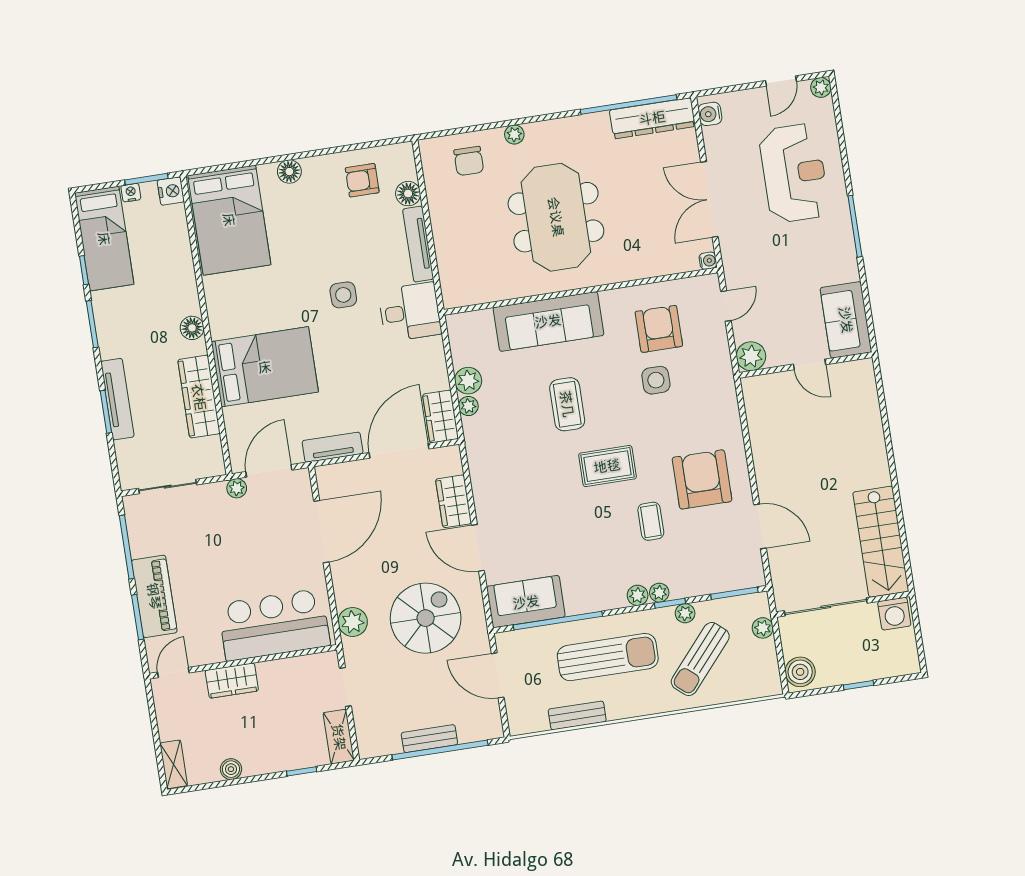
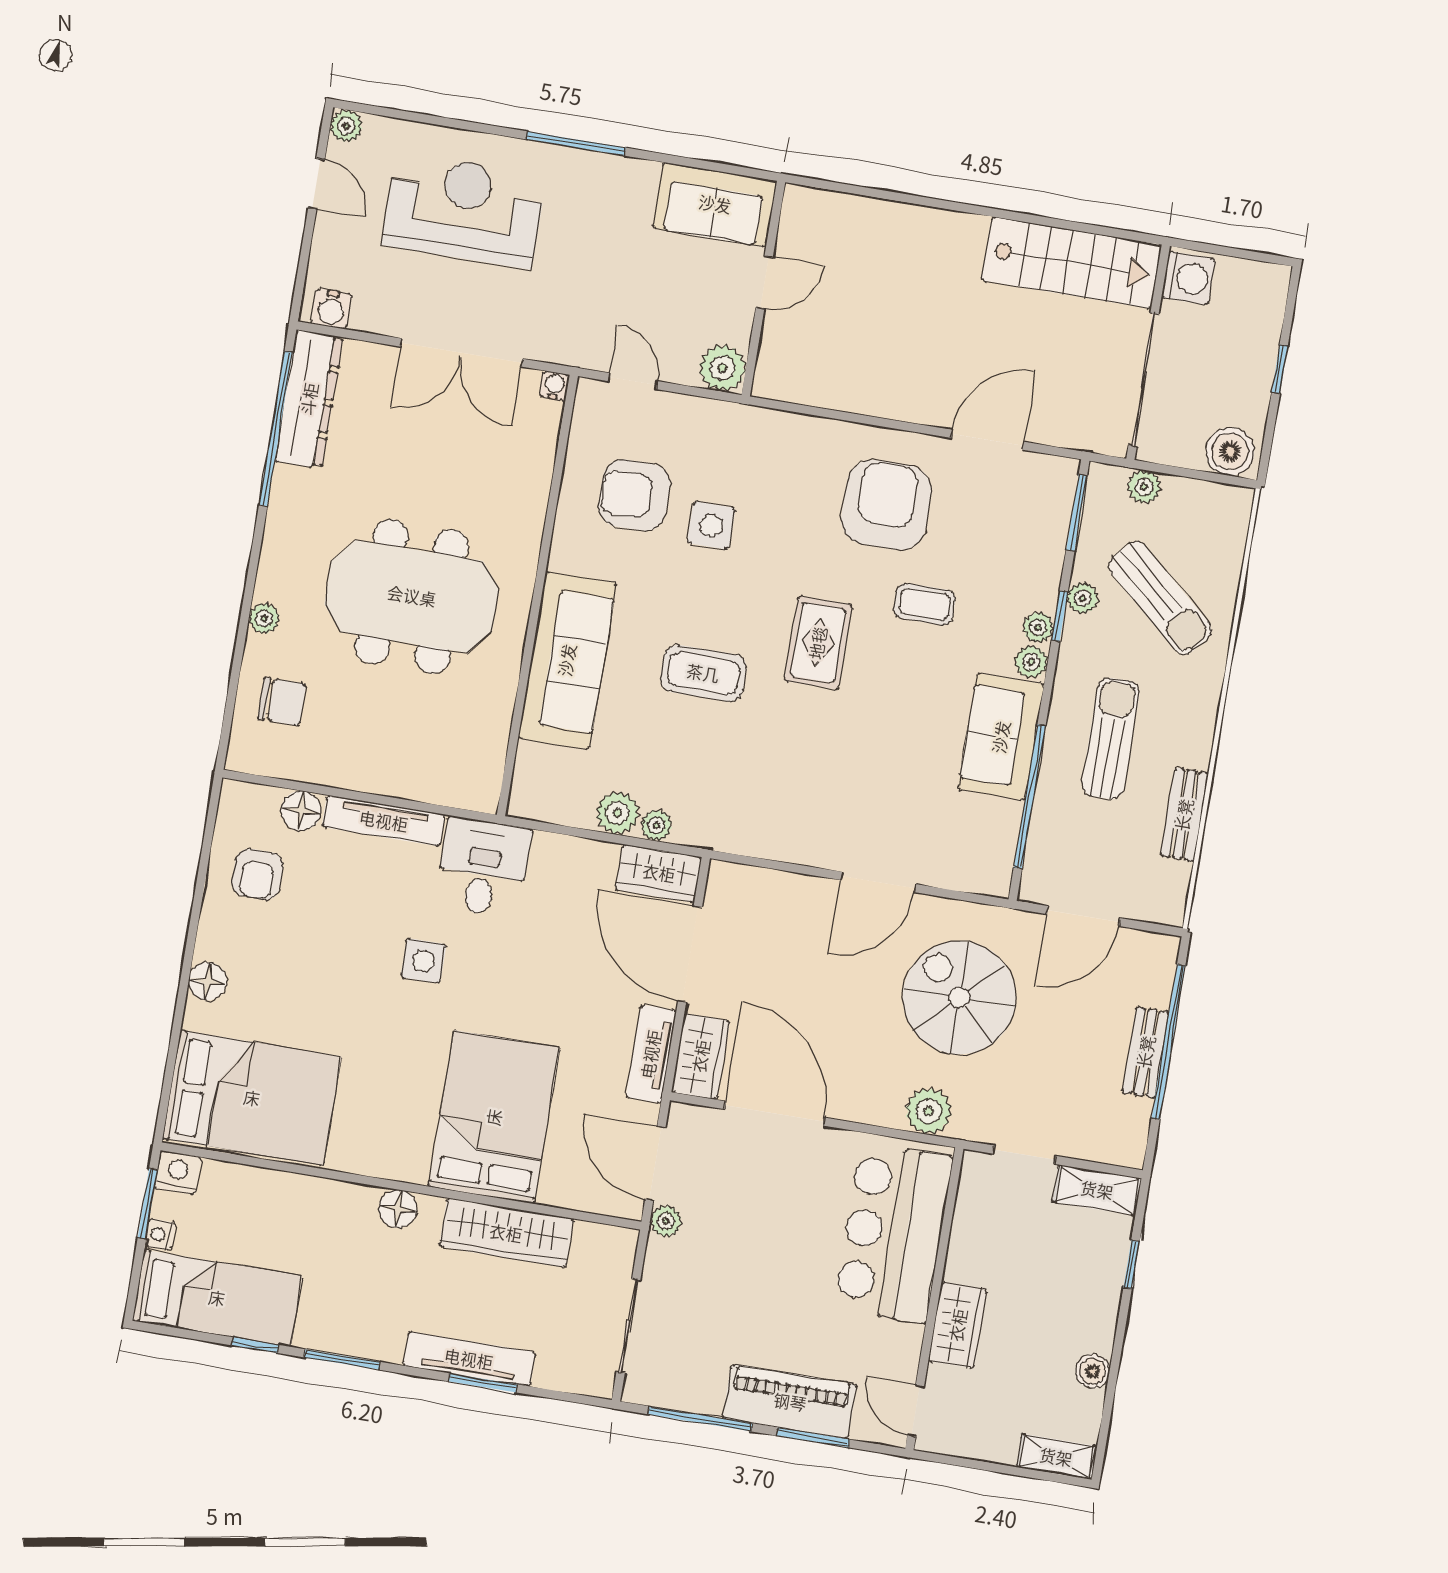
armchair: (702, 479) -> (886, 505), turned 90
wardrobe: (454, 501) -> (701, 1056), moved, turned -90
sofa: (526, 602) -> (1001, 737), moved
sun lounger: (608, 657) -> (1111, 738), width x0.73, depth x0.75

